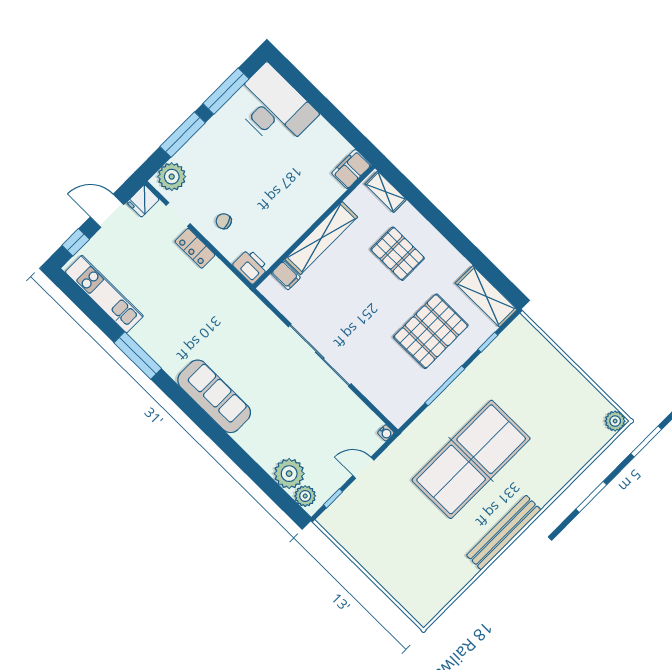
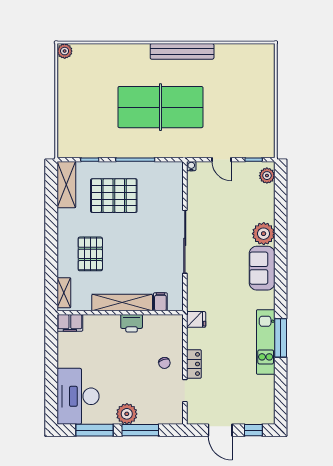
plant: (172, 177) -> (127, 414), moved
fridge: (143, 201) -> (196, 319), moved
printer: (251, 266) -> (132, 323), moved, turned -90
kitchen unit: (104, 294) -> (266, 342), moved
sofa: (214, 396) -> (262, 268), width x0.73
plant: (289, 474) -> (264, 234), moved

